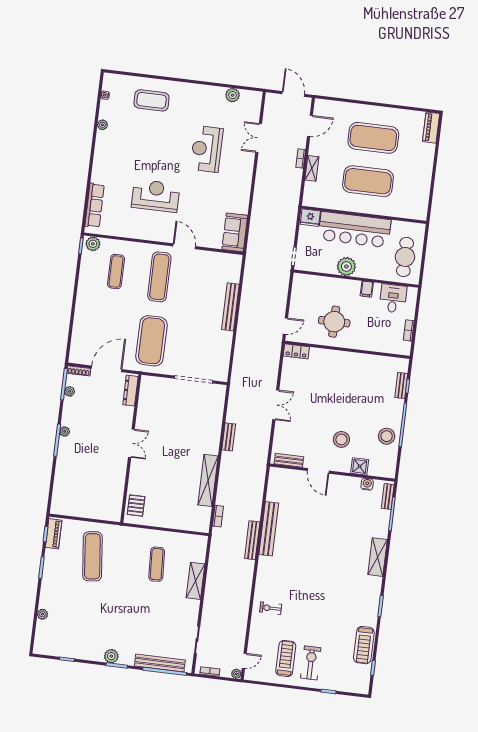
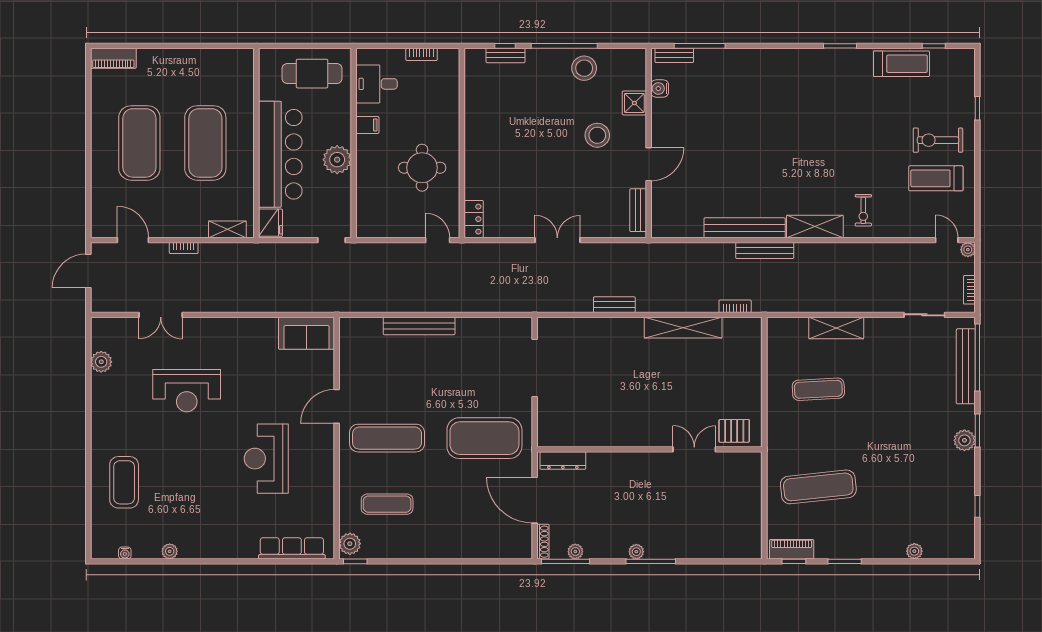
shelving: (312, 168) -> (227, 229), moved
double door: (131, 443) -> (694, 449), moved
shelving: (378, 557) -> (815, 227), moved

